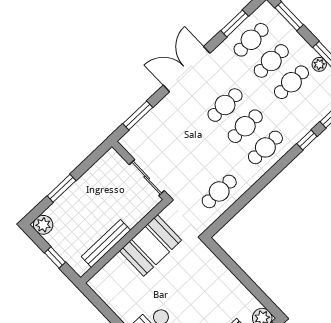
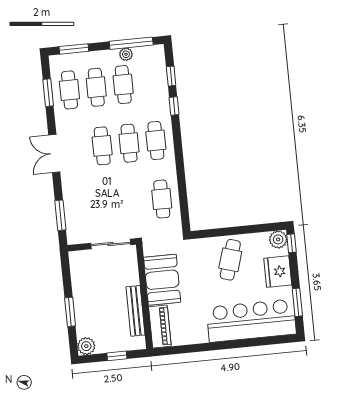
double door: (187, 69) -> (54, 154), width x0.73
piano: (109, 275) -> (160, 327), added
cafe table: (213, 291) -> (230, 260), added

